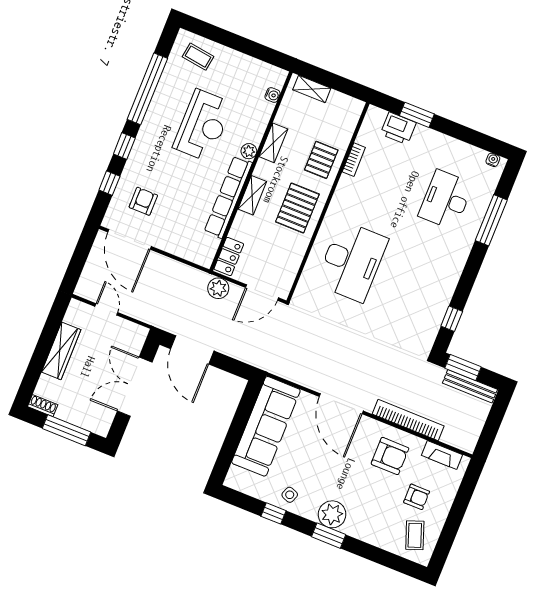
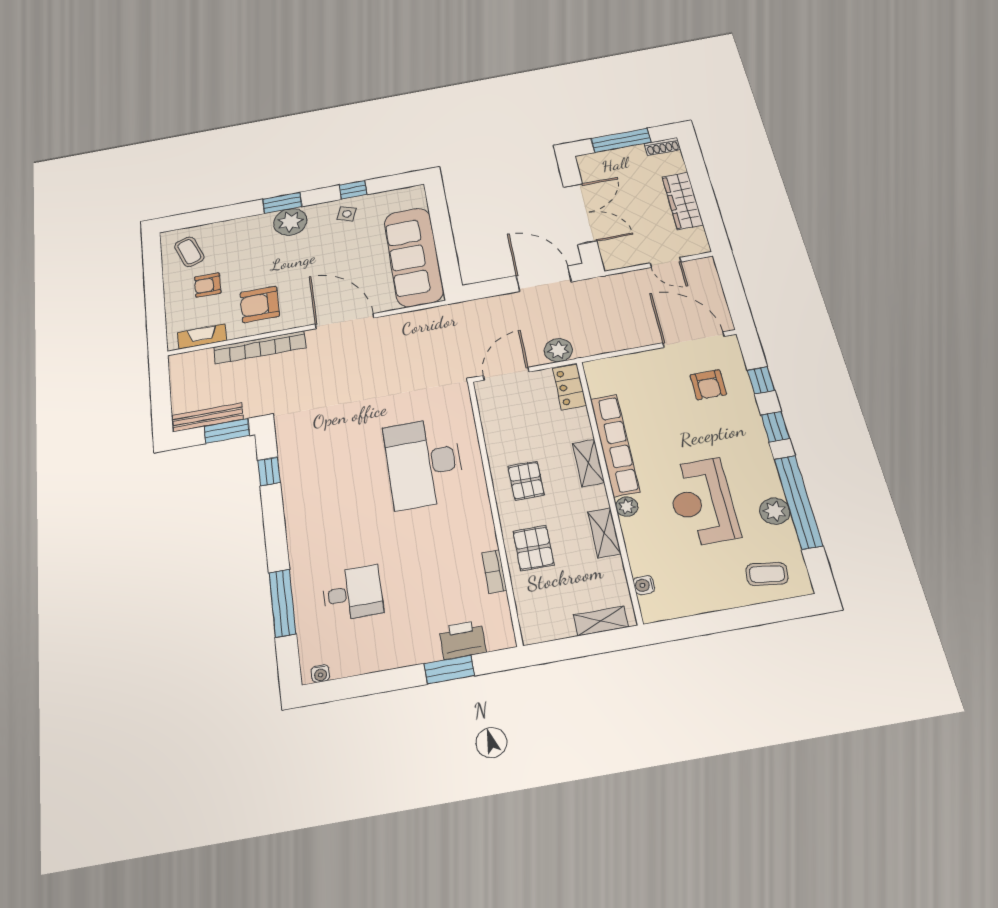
plant: (165, 92) -> (775, 511), added
desk: (446, 200) -> (352, 593), width x0.73
pallet: (297, 208) -> (526, 481), width x0.67, depth x0.71

